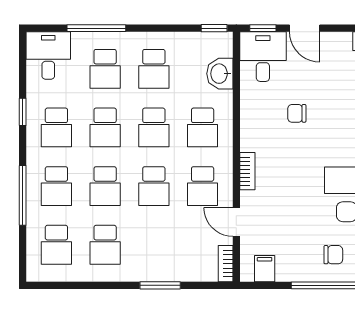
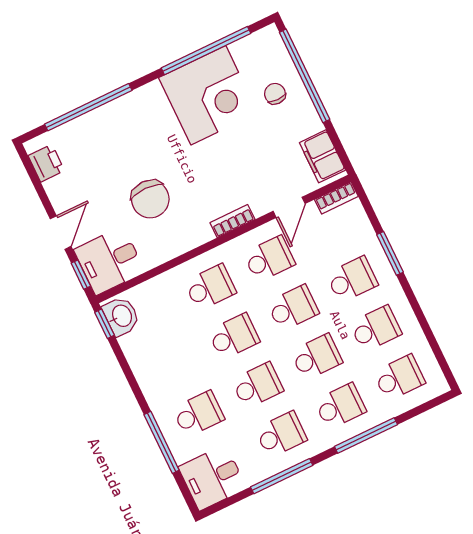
school desk: (154, 69) -> (352, 279), moved
washbasin: (220, 74) -> (121, 316), moved, turned -90
window: (23, 112) -> (282, 476), width x2.17
chair: (297, 113) -> (150, 199), width x1.87, depth x1.87
filing cabinet: (265, 269) -> (322, 156), width x2.00

